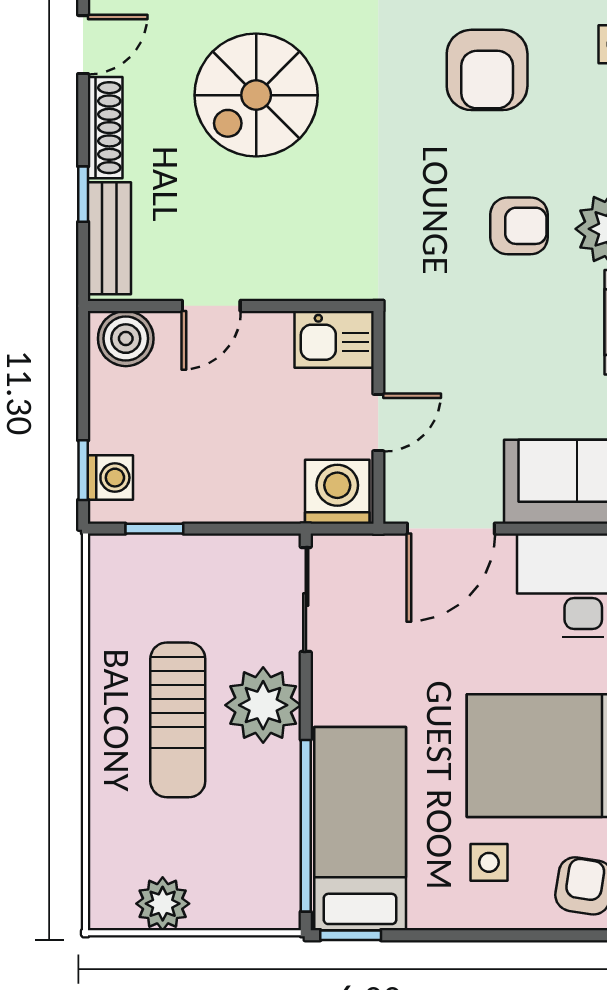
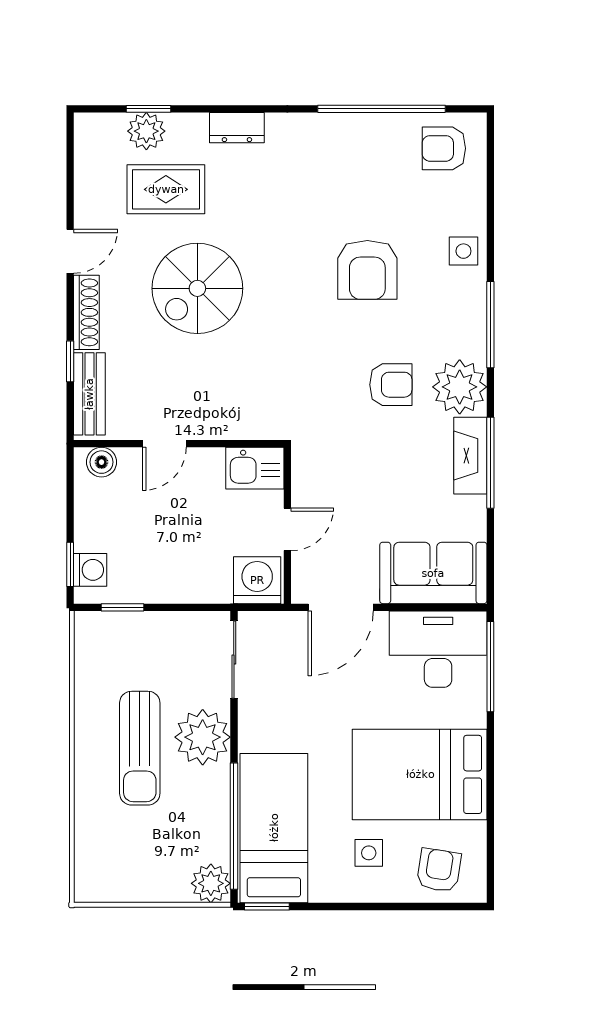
boiler: (126, 339) -> (102, 462), width x0.73, depth x0.73
plant: (163, 904) -> (211, 883), moved

